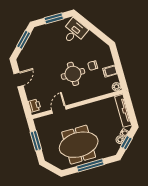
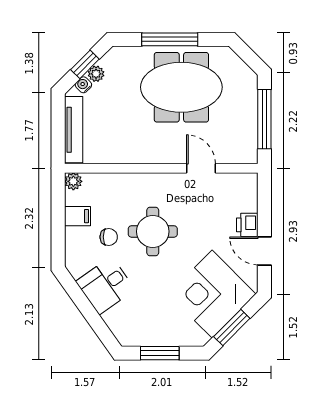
desk: (74, 32) -> (105, 285), moved
corner desk: (37, 53) -> (212, 294), added
door: (19, 80) -> (264, 251), hinge flipped
printer: (35, 106) -> (247, 225), moved
door: (59, 110) -> (201, 168), swing flipped
window: (36, 141) -> (264, 119), width x1.44

